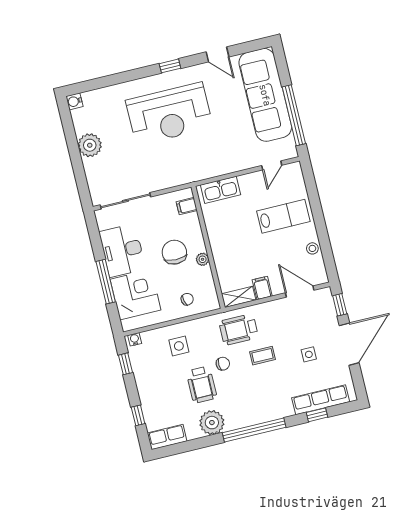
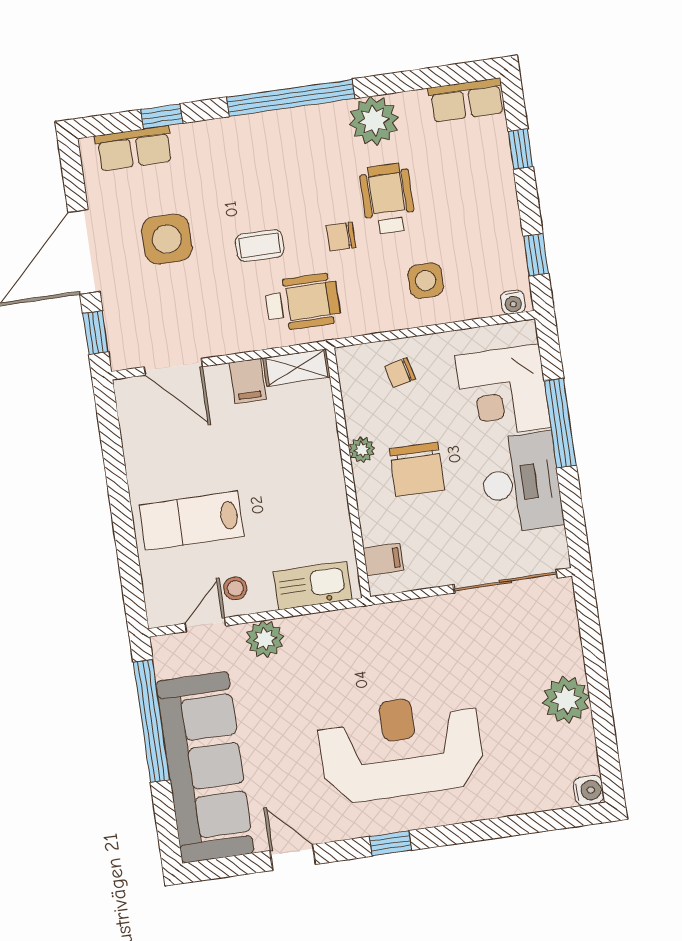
plant: (242, 161) -> (265, 639), added
stool: (312, 248) -> (235, 588), moved
side table: (309, 354) -> (167, 239), width x1.87, depth x1.87
row of seats: (321, 400) -> (134, 148), width x0.68

